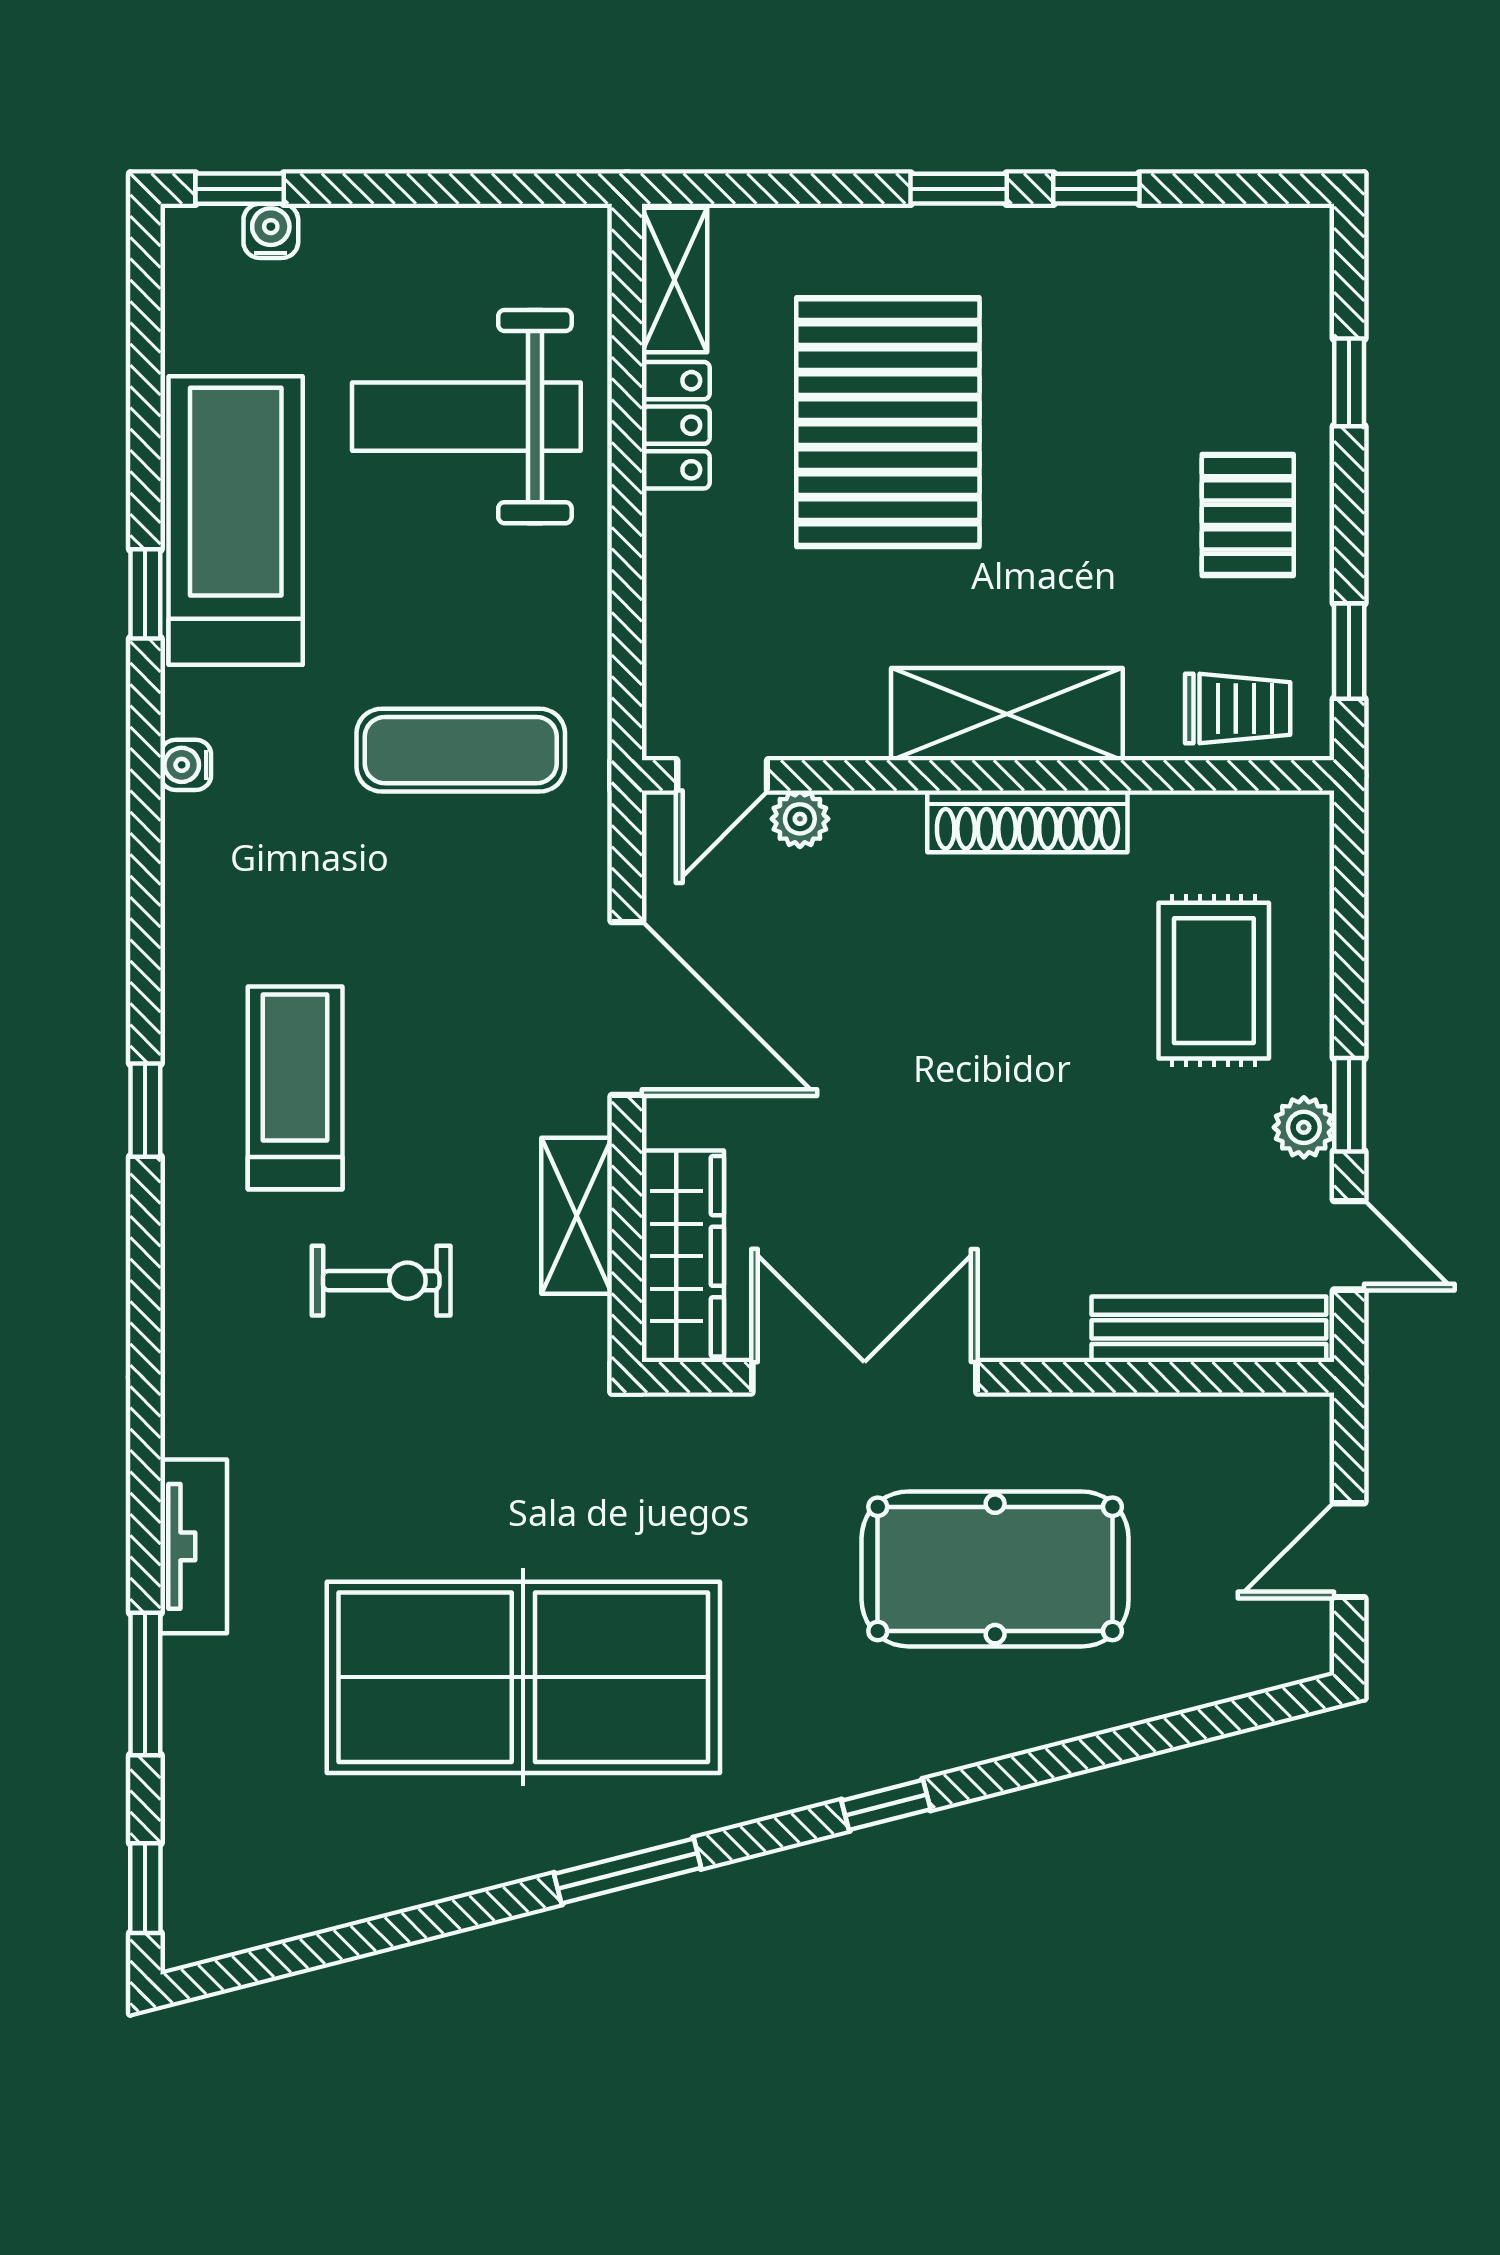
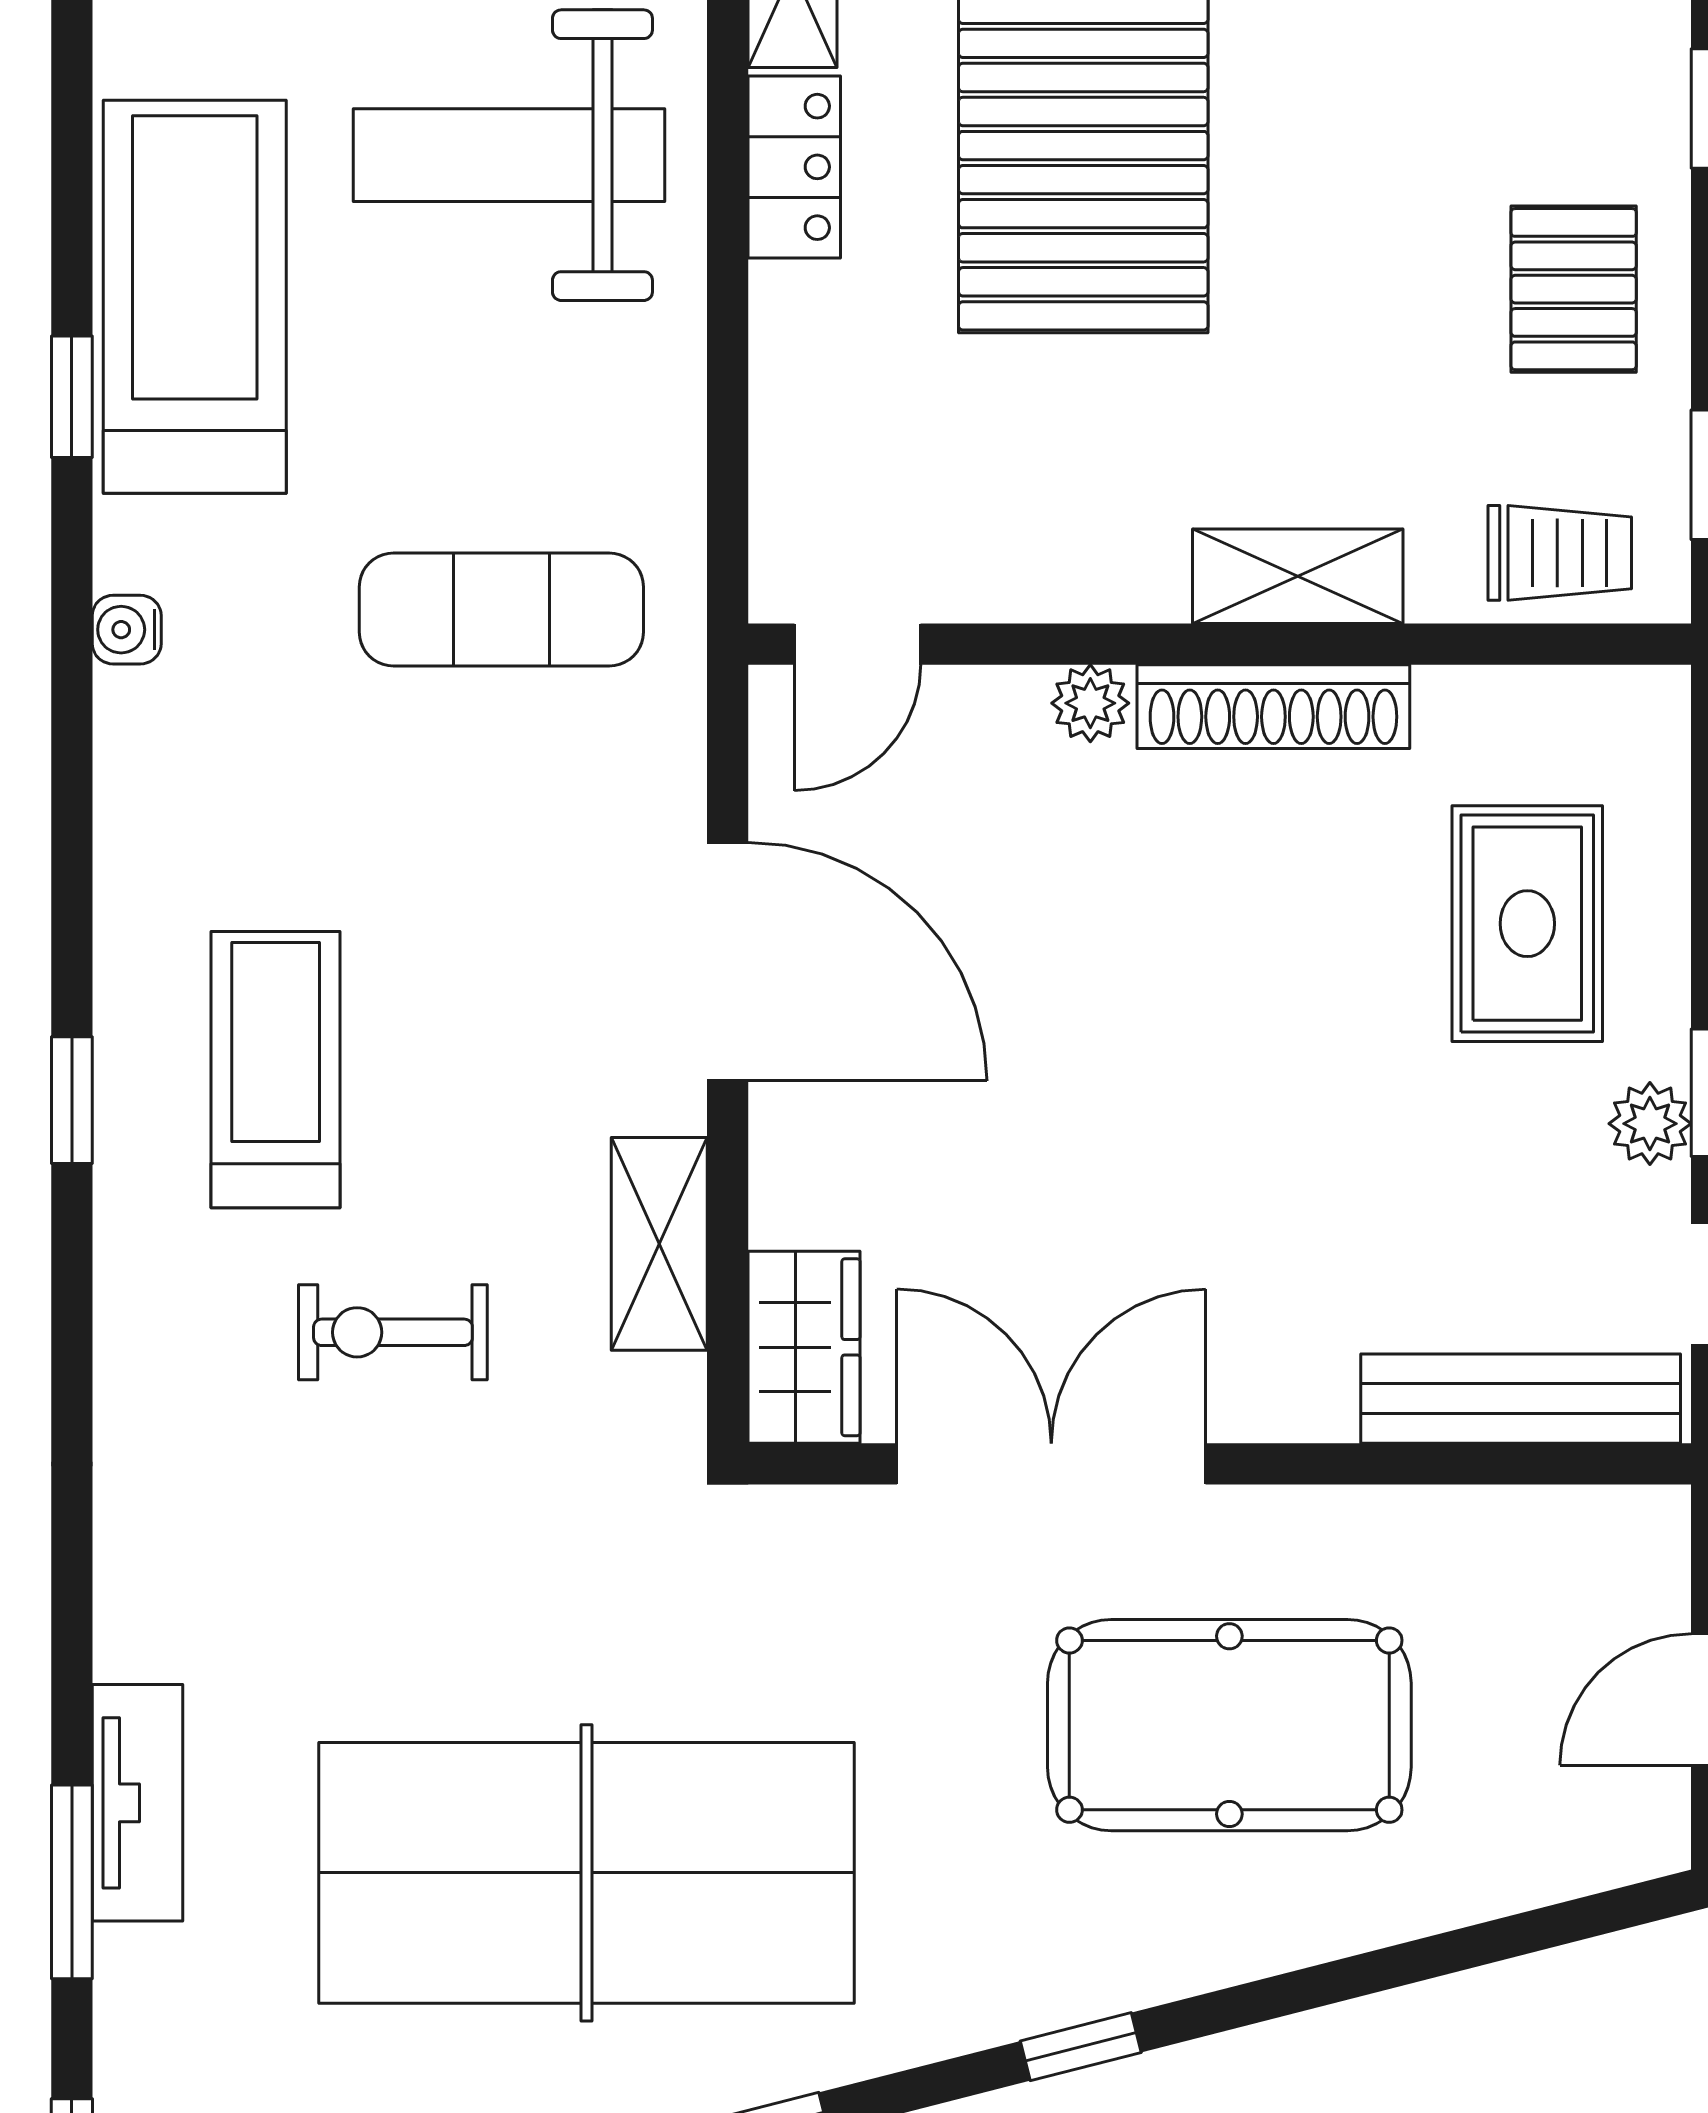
shelving: (1007, 714) -> (1298, 576), width x0.67, depth x0.75
plant: (800, 819) -> (1090, 703), moved
wardrobe: (683, 1256) -> (804, 1347), width x0.67
exercise bike: (381, 1281) -> (393, 1332), turned 180
tv unit: (194, 1546) -> (137, 1803), moved

